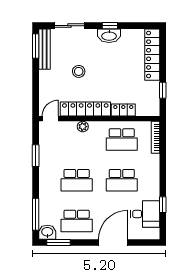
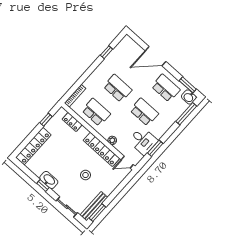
locker: (123, 110) -> (72, 122), moved
desk: (145, 214) -> (143, 141), moved, turned 180

